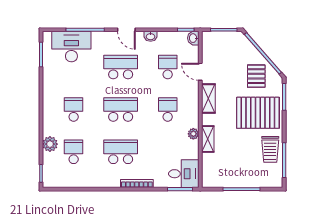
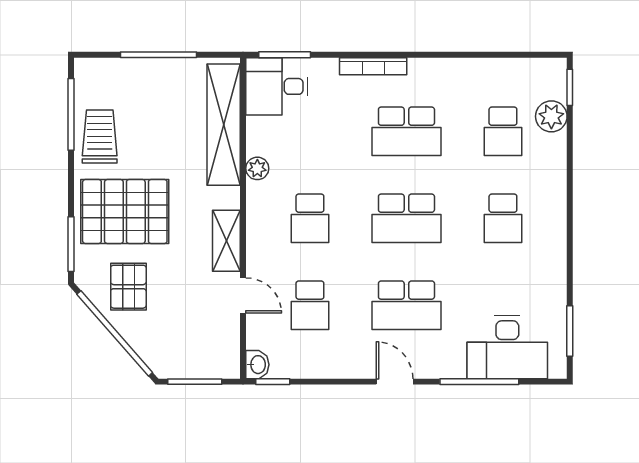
washbasin: (151, 36) -> (345, 368), removed
shelving: (208, 139) -> (224, 125), width x2.20, depth x1.33
plant: (50, 144) -> (551, 116), moved

